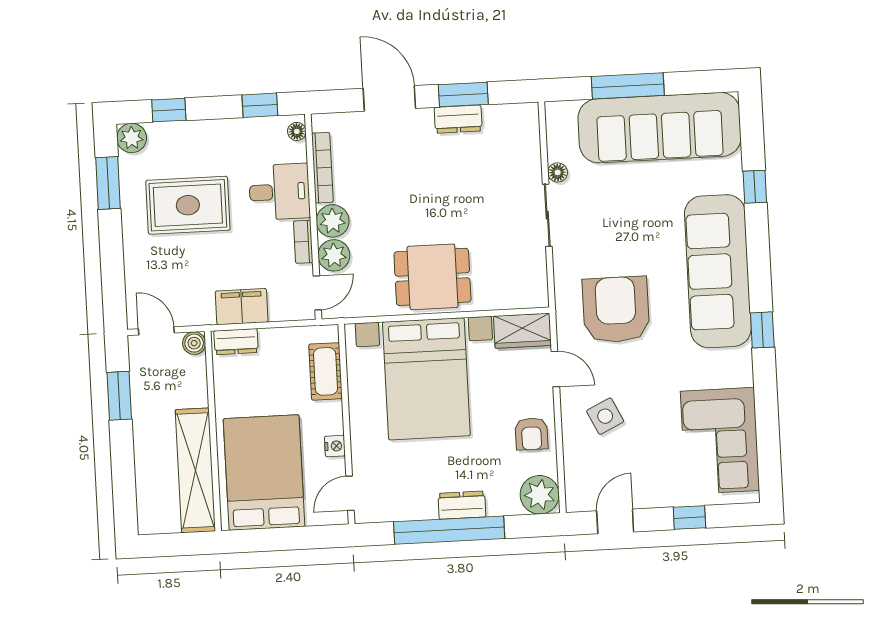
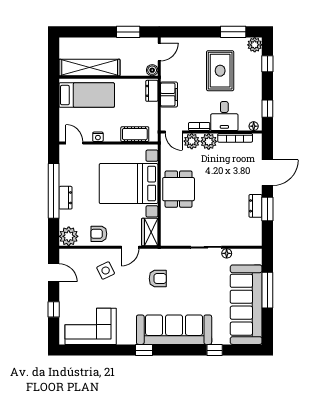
armchair: (616, 310) -> (158, 279), width x0.53, depth x0.53
bed: (264, 472) -> (87, 95), width x0.67

